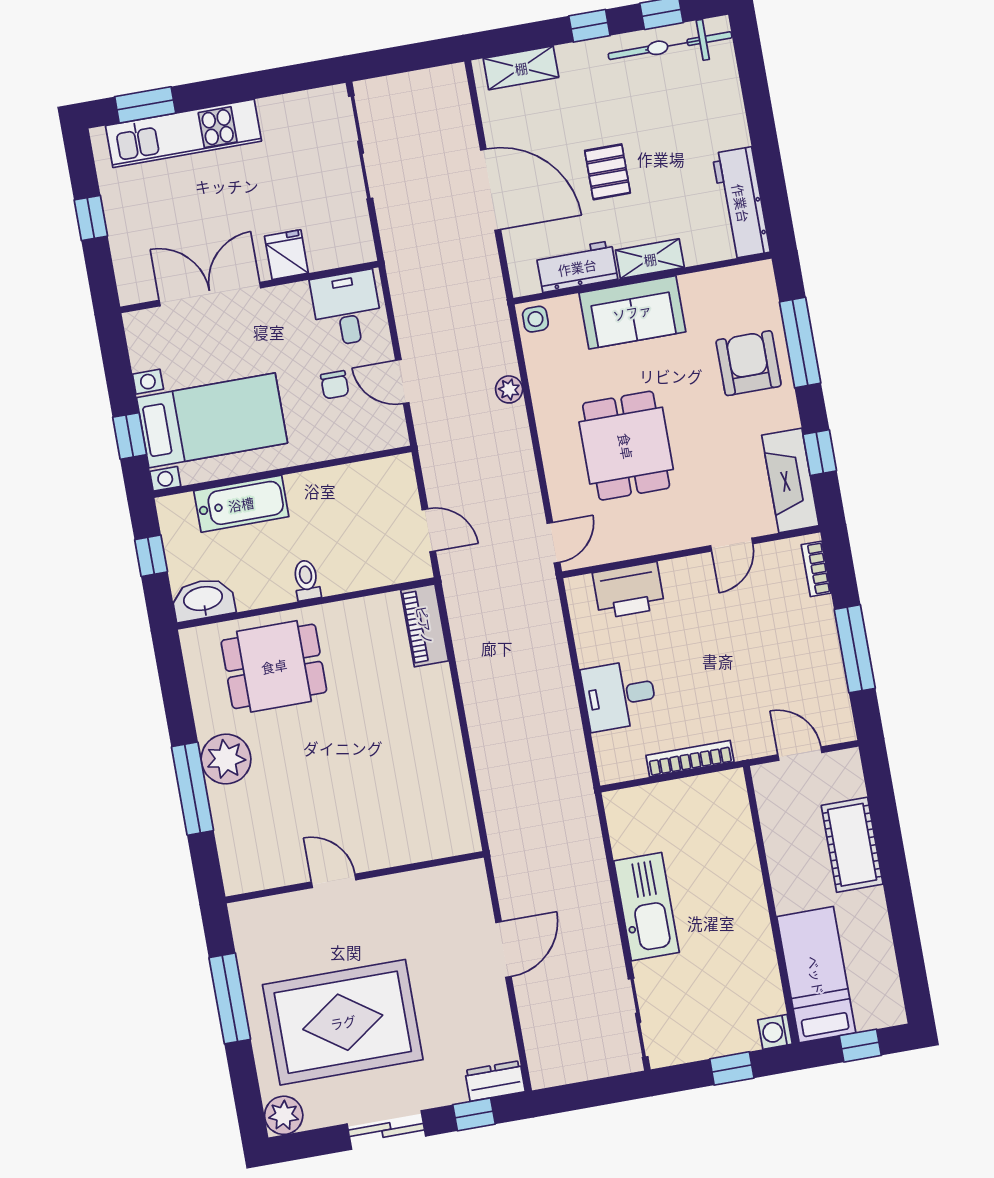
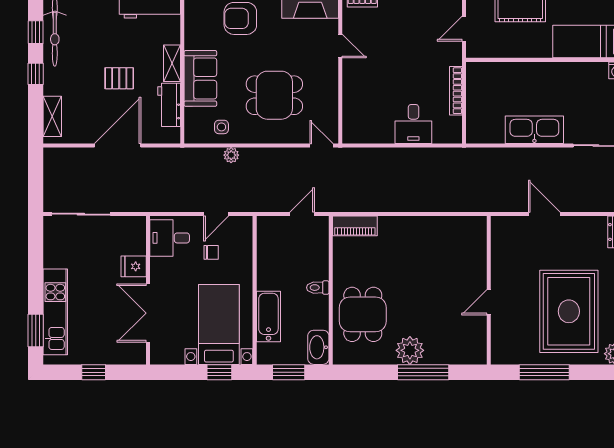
side table: (535, 319) -> (221, 127), moved
window: (151, 556) -> (289, 372), width x1.50
printer: (629, 590) -> (356, 108), removed

